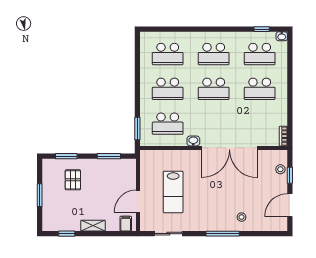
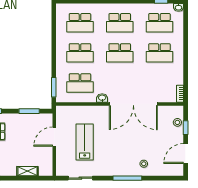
lab bench: (173, 192) -> (85, 142), turned 180
door: (138, 201) -> (54, 137), moved
filing cabinet: (126, 224) -> (44, 169), removed
shelving: (93, 226) -> (27, 171), moved

